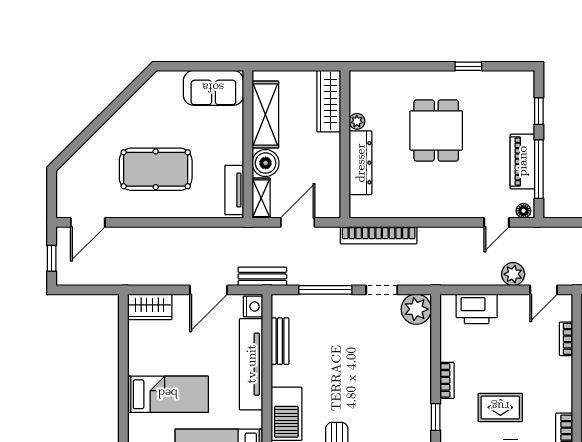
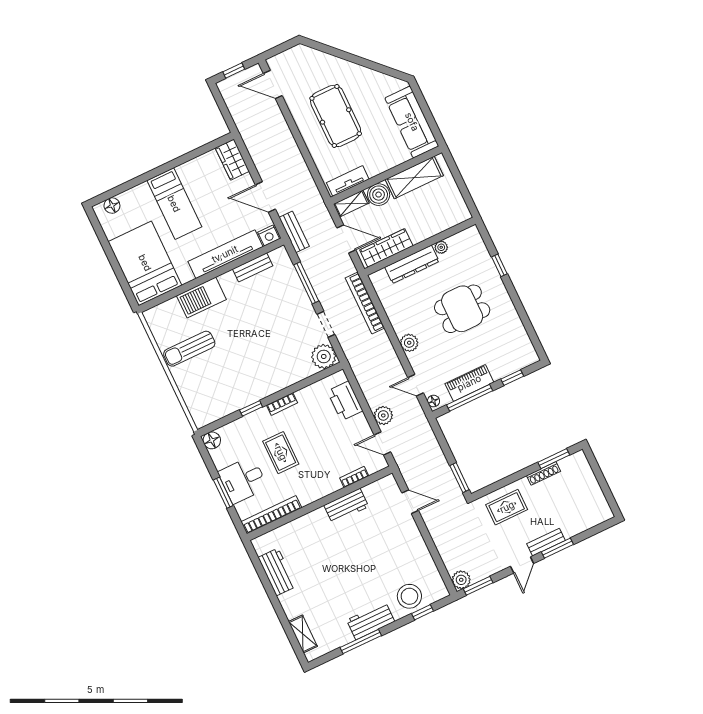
window: (468, 66) -> (499, 265), moved
sofa: (213, 88) -> (412, 122), width x1.36
wardrobe: (329, 101) -> (386, 248), moved
plant: (446, 207) -> (409, 343), added

